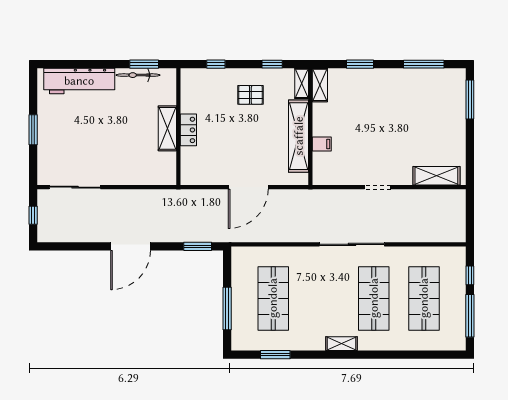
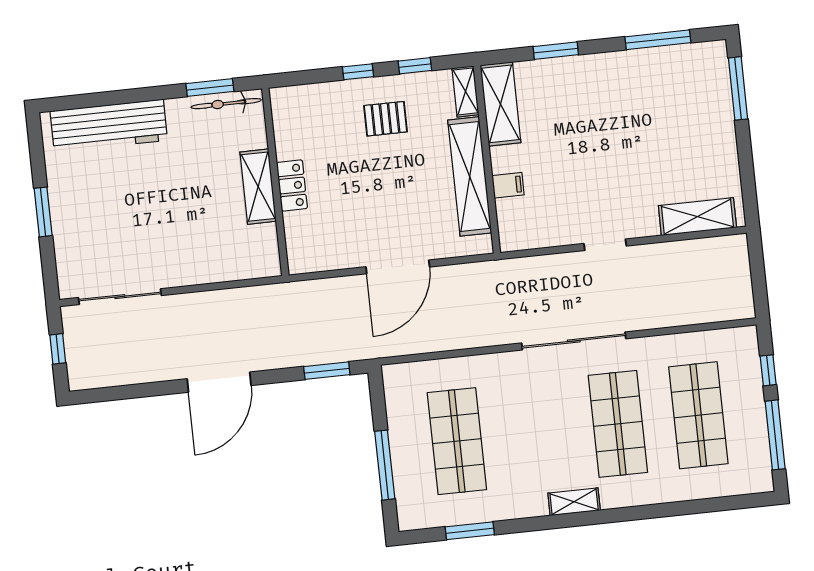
window: (216, 64) -> (358, 72), moved
bicycle: (138, 75) -> (226, 104), moved
shelving: (320, 85) -> (500, 104), width x1.50, depth x1.33

